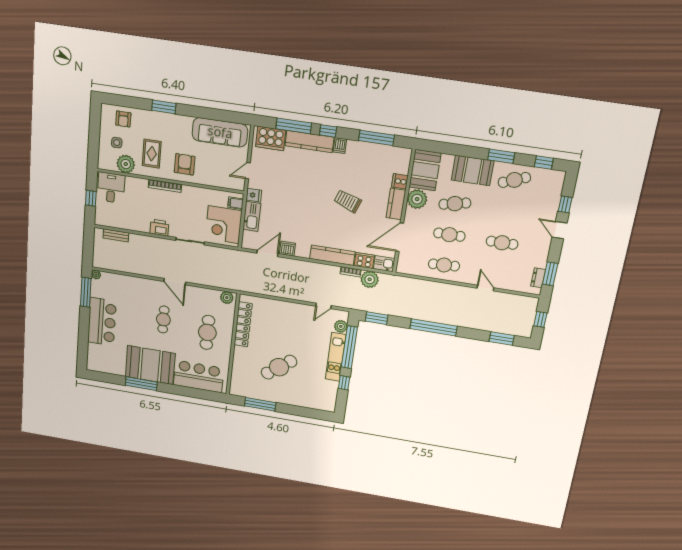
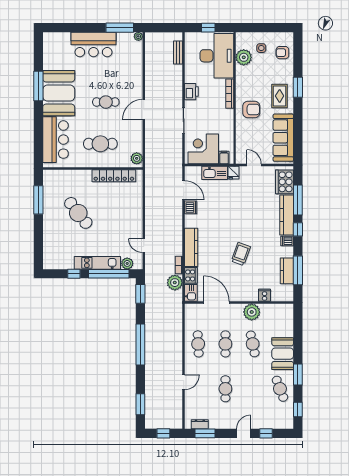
rug: (152, 154) -> (280, 96), moved, turned 90
booth: (425, 170) -> (277, 315), removed
desk: (111, 188) -> (217, 56), width x1.87, depth x1.30
kitchen counter: (396, 204) -> (287, 271), moved, turned -90

